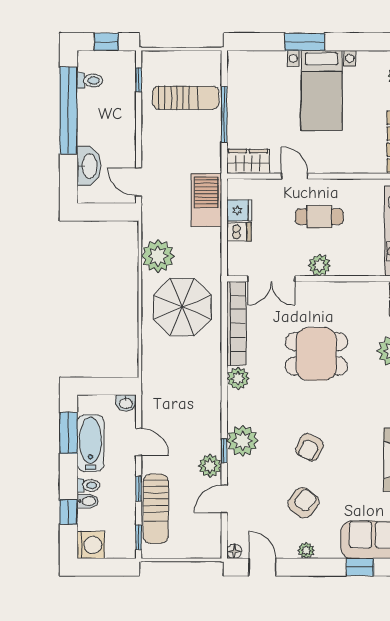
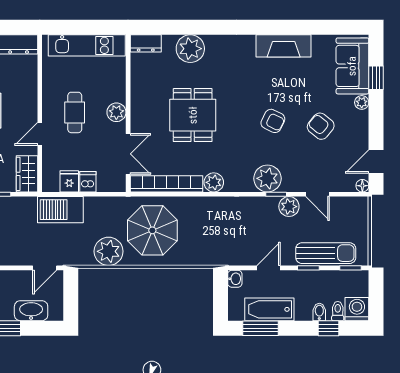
toilet: (88, 485) -> (338, 311), moved
plant: (306, 550) -> (362, 102), moved

